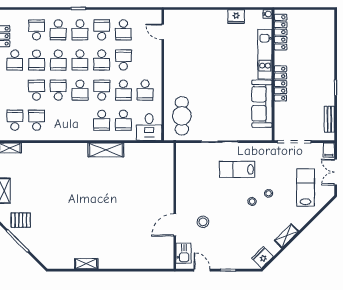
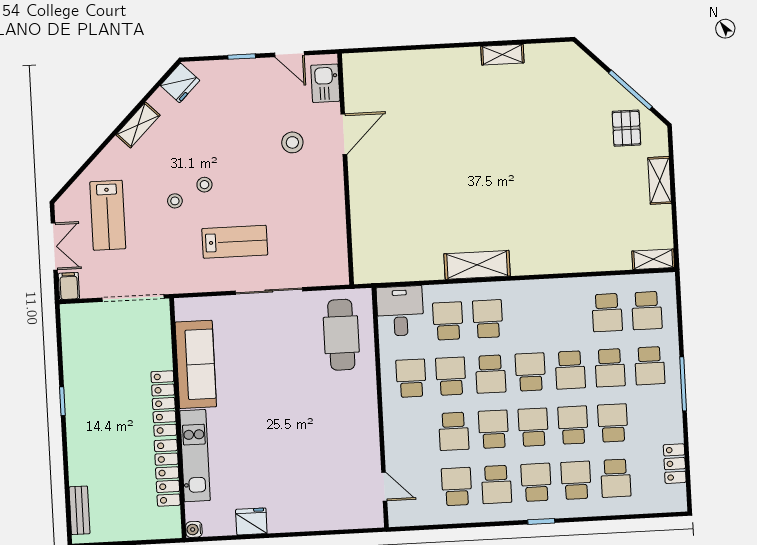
locker: (281, 32) -> (167, 473), moved
school desk: (15, 60) -> (650, 366), moved, turned 180
bench: (329, 119) -> (79, 510), moved
pallet: (21, 220) -> (626, 128), turned 90

